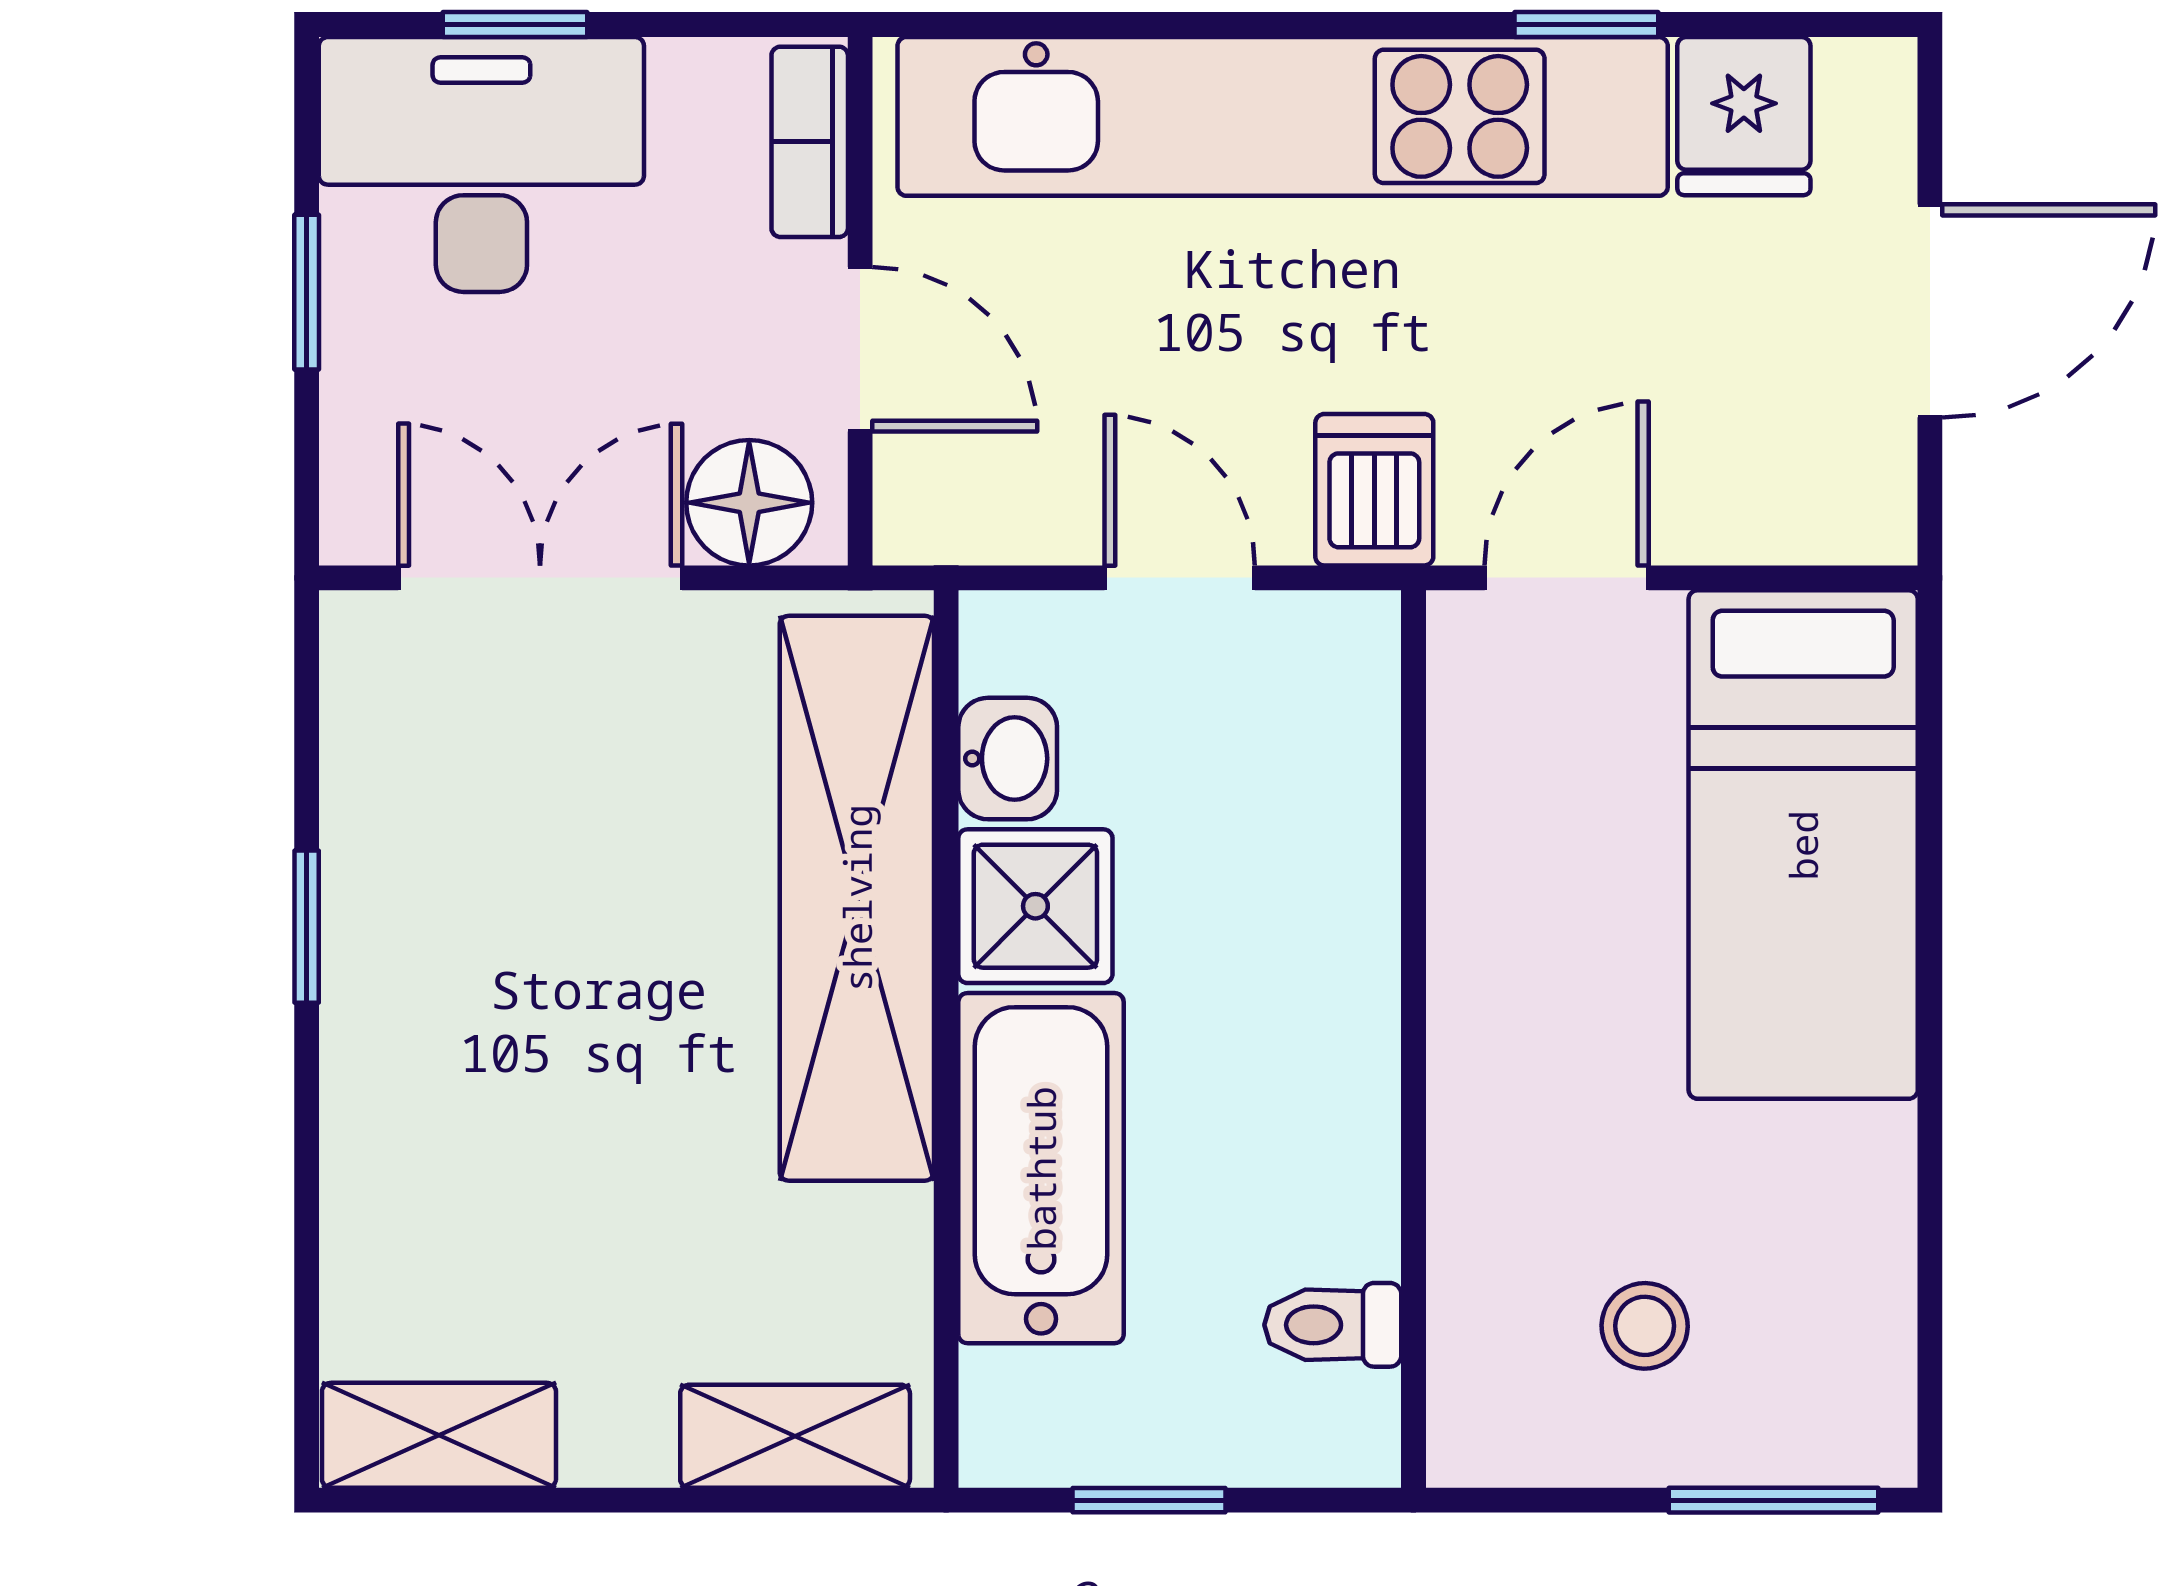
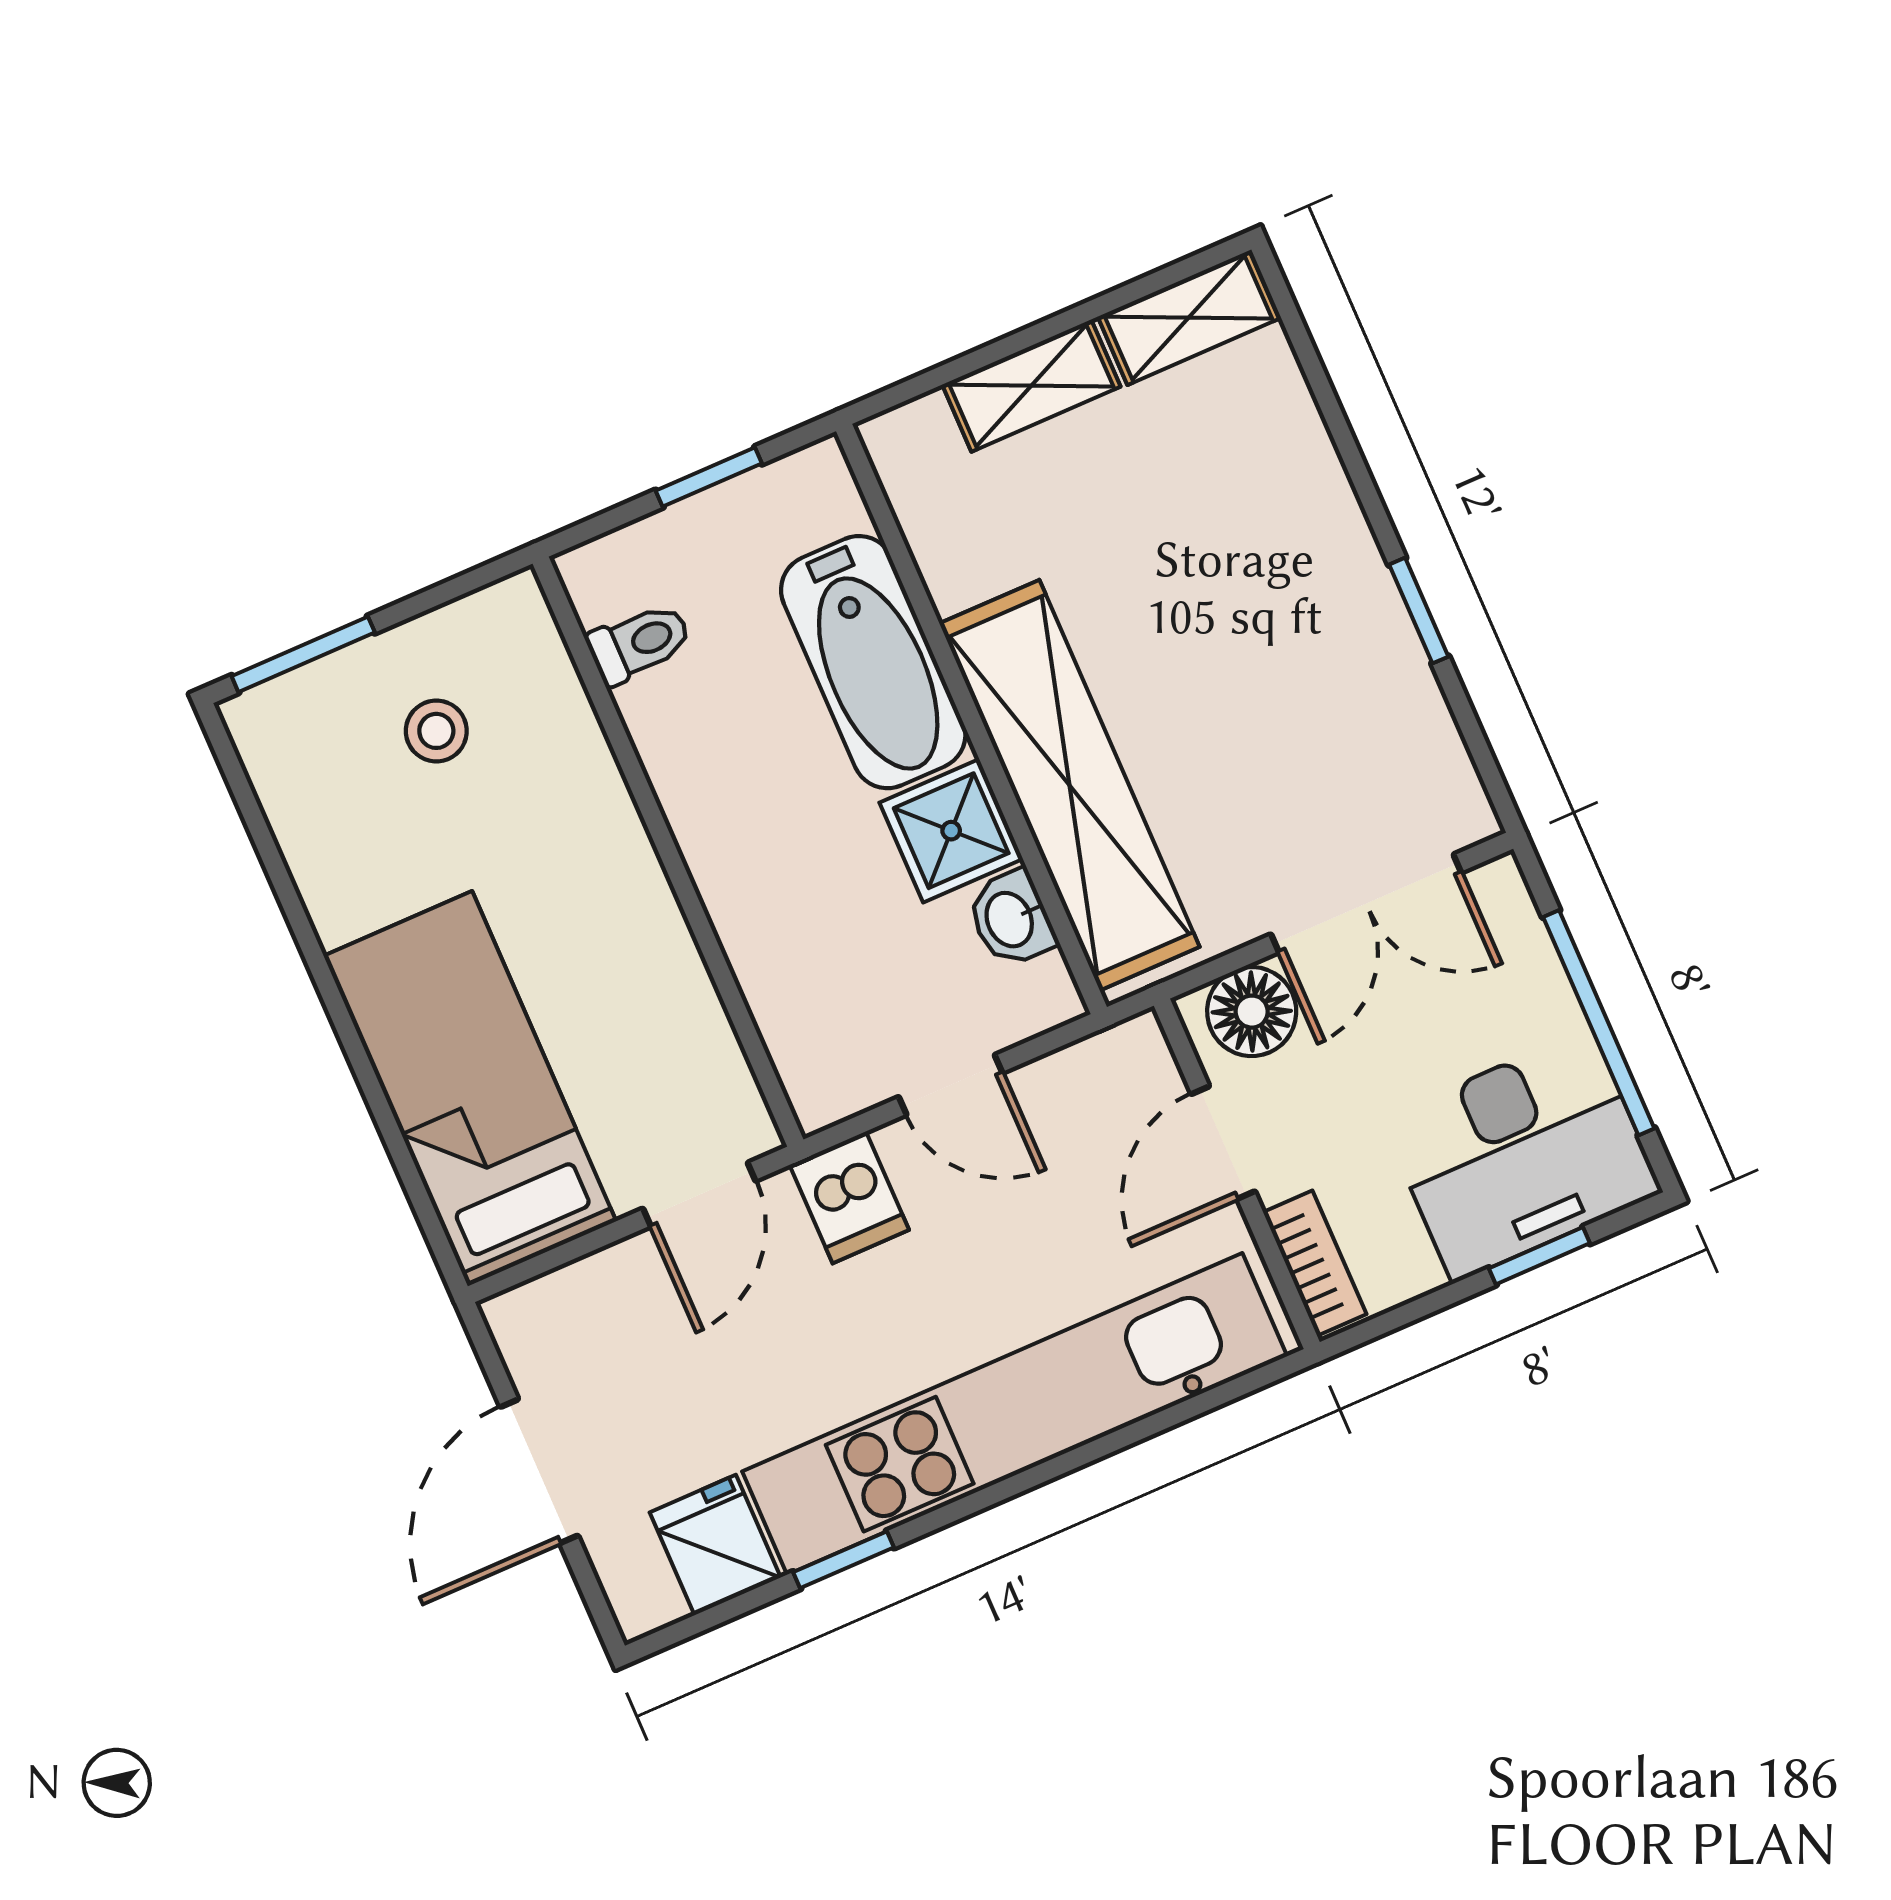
window: (307, 292) -> (1599, 1023), width x2.17
door: (860, 349) -> (1223, 1143), hinge flipped
shelving: (795, 1436) -> (1031, 386), moved

